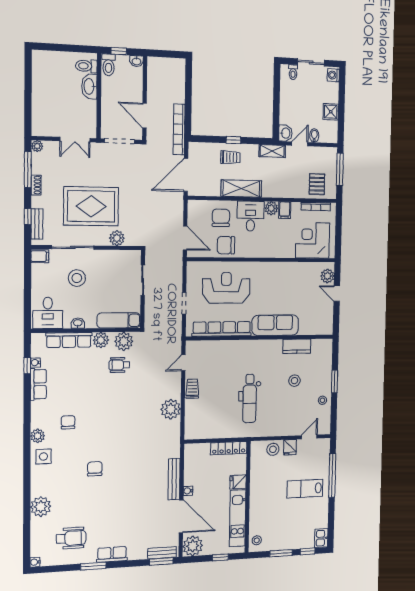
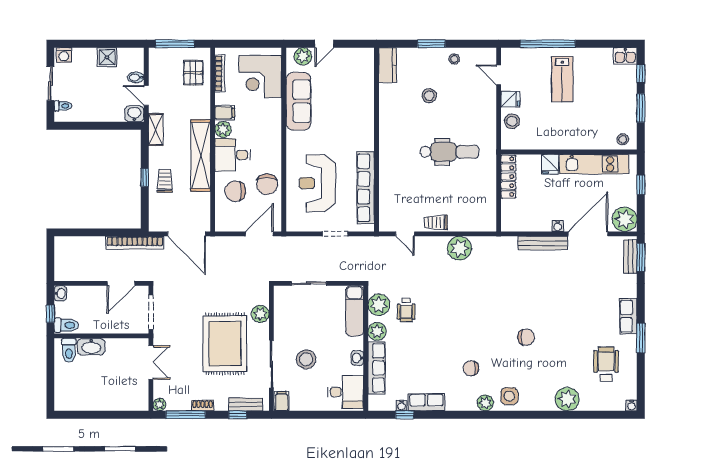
pallet: (317, 184) -> (193, 73), turned 90
shelving: (241, 188) -> (201, 155), width x1.47
sofa: (275, 325) -> (298, 101), moved, turned 180
kitchen counter: (297, 346) -> (388, 65), moved
chair: (95, 469) -> (526, 337), turned 180

